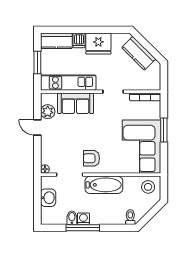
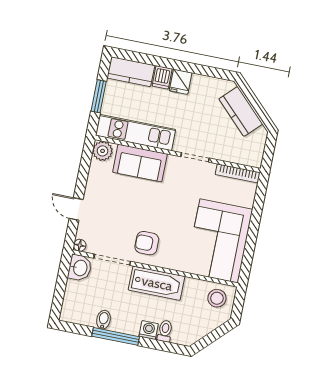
fridge: (98, 44) -> (181, 82), width x0.53, depth x0.75
plant: (48, 112) -> (103, 151), moved
door: (37, 127) -> (76, 209), moved
window: (164, 130) -> (254, 224), removed
washbasin: (48, 198) -> (80, 268), moved
toilet: (130, 217) -> (165, 331), moved
washing machine: (83, 219) -> (149, 330), moved

